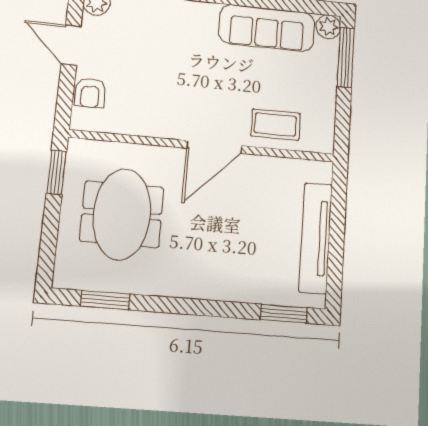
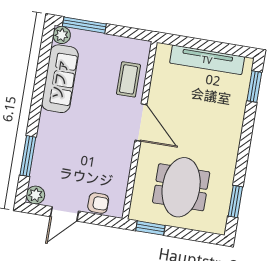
meeting table: (122, 214) -> (181, 187), turned 90

